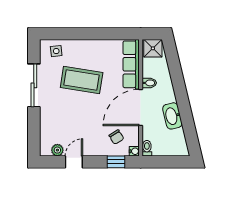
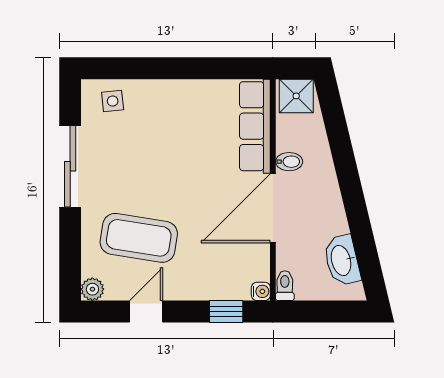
coffee table: (82, 80) -> (139, 238), moved
washbasin: (172, 116) -> (342, 260), moved
chair: (116, 137) -> (227, 264), removed
plant: (57, 150) -> (92, 289), moved

